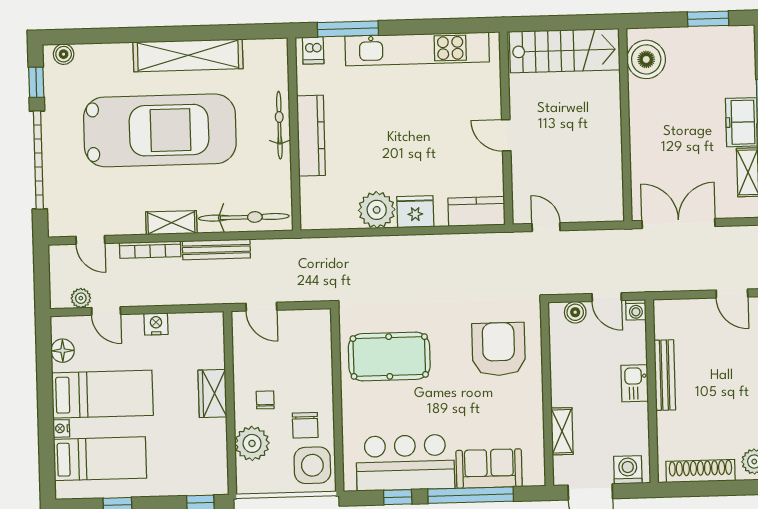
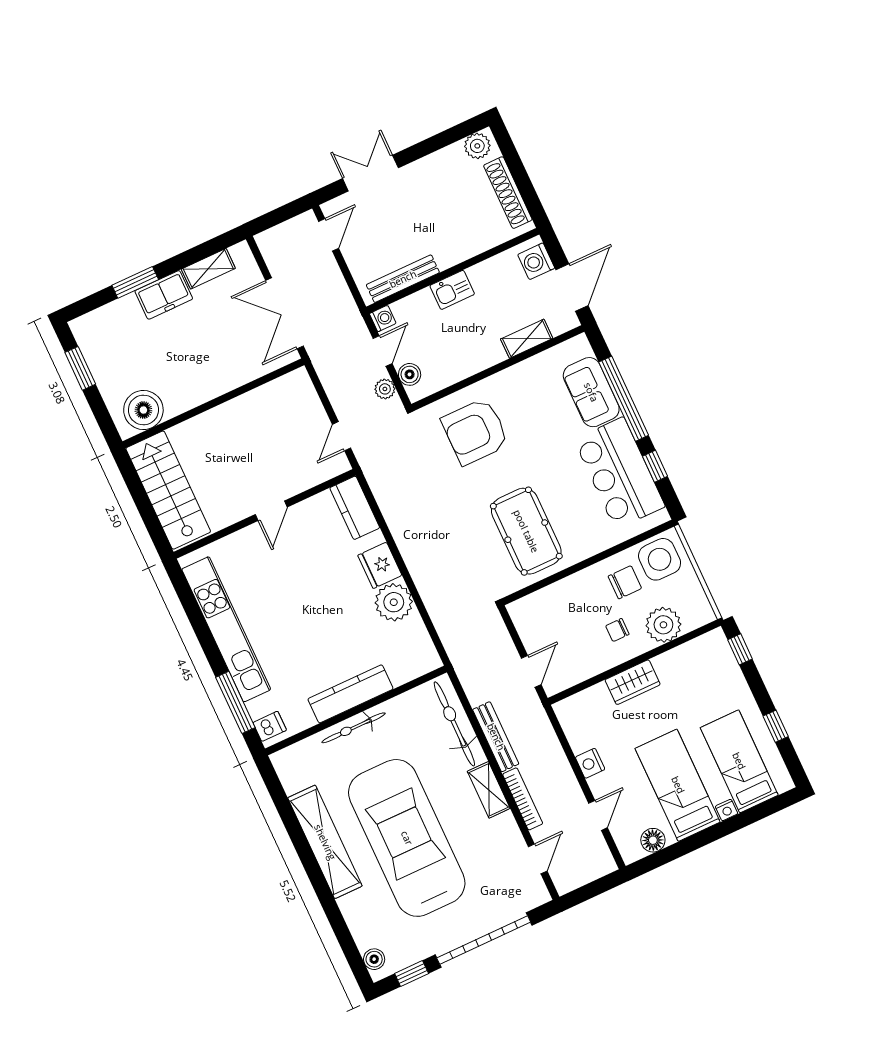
plant: (81, 298) -> (385, 389), moved
bench: (665, 375) -> (403, 279), moved

